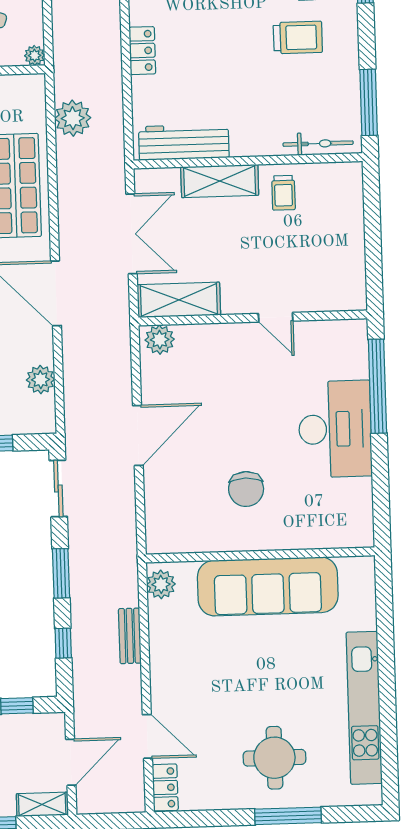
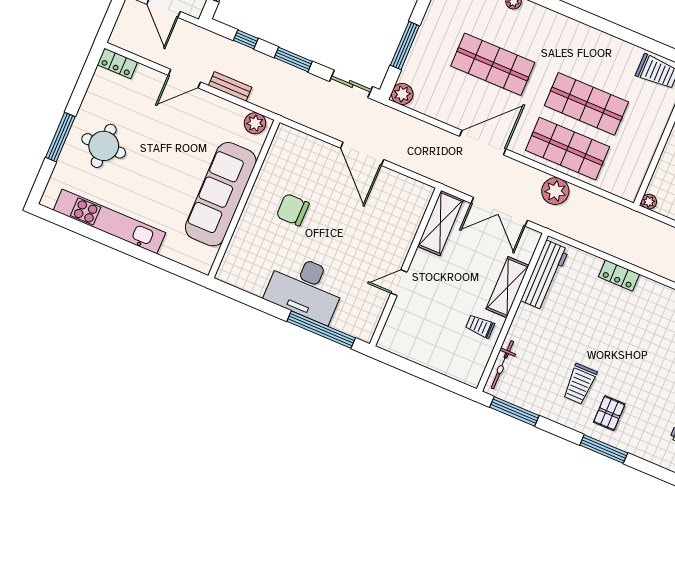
plant: (73, 118) -> (555, 191), moved
plant: (160, 340) -> (420, 198), removed
plant: (41, 380) -> (402, 94), moved
door: (147, 736) -> (184, 79), moved

